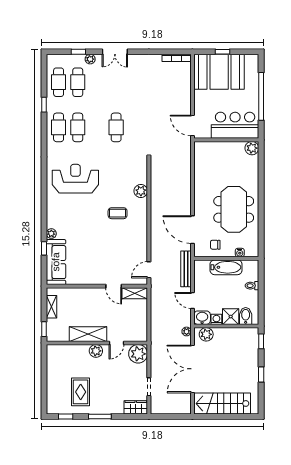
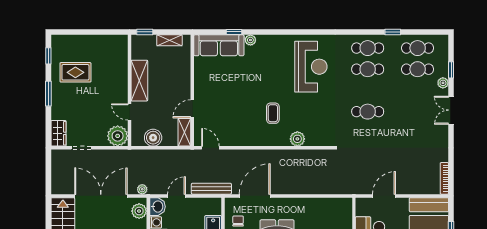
door: (192, 126) -> (384, 196), moved
boiler: (140, 322) -> (153, 138), added
plant: (96, 351) -> (121, 89), removed

